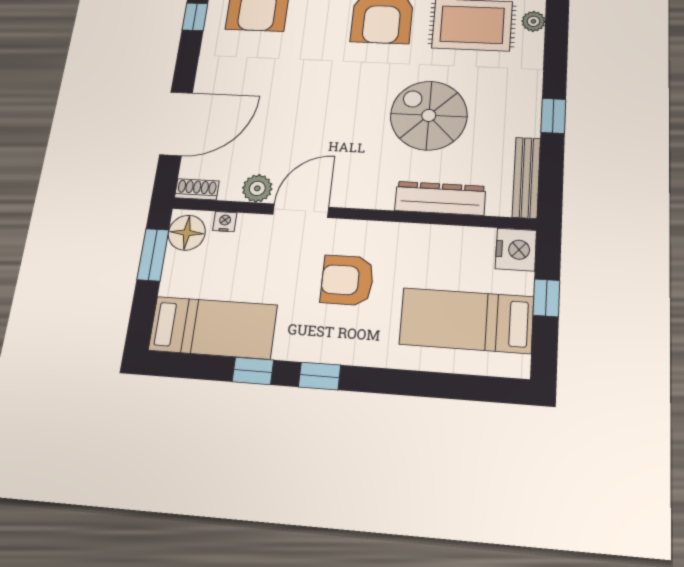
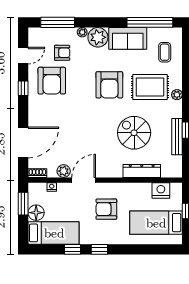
plant: (533, 21) -> (177, 95), moved
bench: (526, 177) -> (177, 137), moved
floor lamp: (187, 233) -> (36, 213), moved
nightstand: (516, 250) -> (161, 190), moved, turned -90

